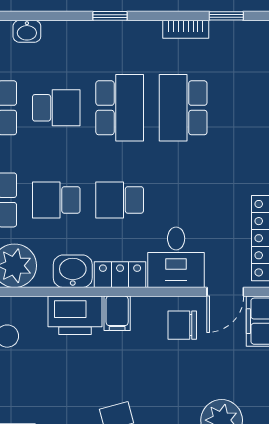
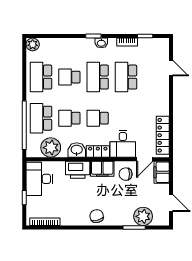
washbasin: (27, 31) -> (101, 43), moved
school desk: (56, 108) -> (69, 77), turned 180
school desk: (120, 108) -> (98, 77), turned 180
filing cabinet: (117, 313) -> (102, 169), width x2.00

